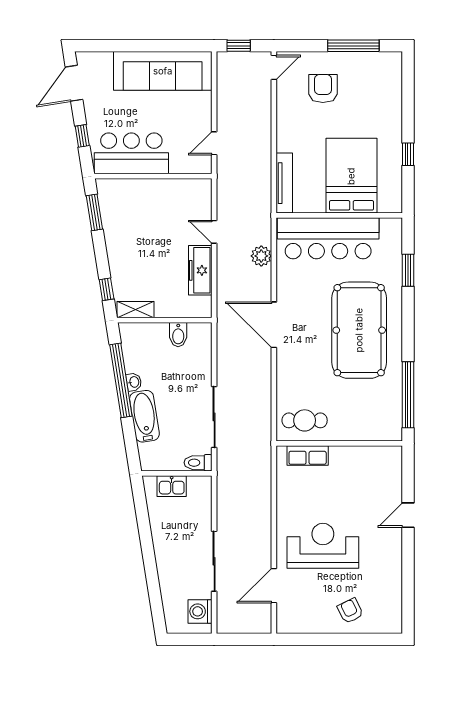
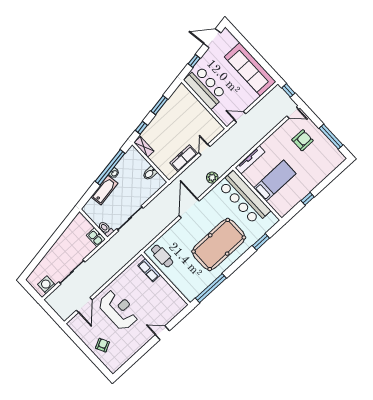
bed: (351, 176) -> (275, 181), width x0.67
window: (94, 212) -> (159, 105), moved
kitchen sink: (172, 486) -> (96, 237), moved
door: (274, 586) -> (84, 305), swing flipped

